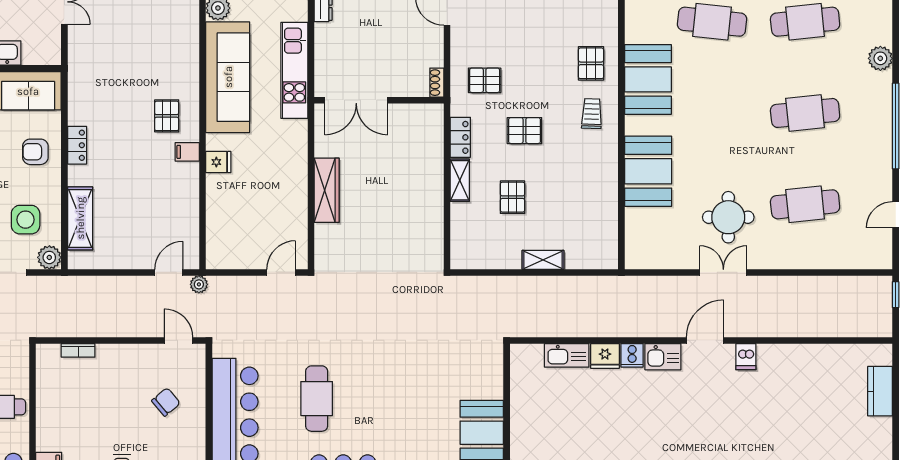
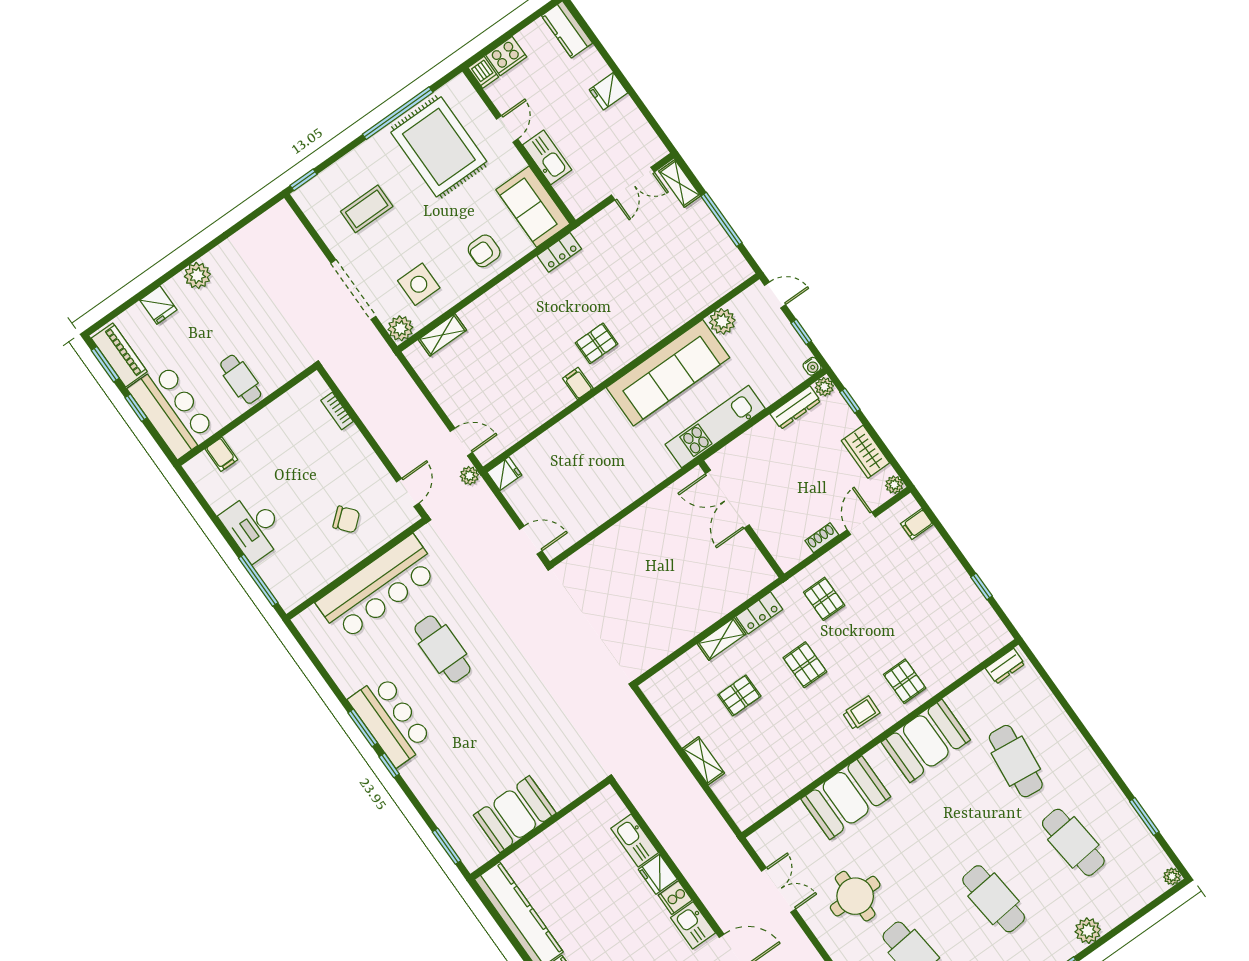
pallet: (591, 63) -> (905, 681), turned 90
shoe rack: (437, 83) -> (822, 538), moved
locker: (77, 145) -> (559, 252), moved
armchair: (35, 152) -> (484, 251), turned -90
fridge: (218, 162) -> (504, 474), moved, turned -90
wardrobe: (327, 190) -> (630, 529), removed
shelving: (80, 218) -> (442, 335), width x0.67, depth x0.75
double door: (723, 272) -> (778, 890), moved
cafe table: (317, 399) -> (442, 649), turned 90

